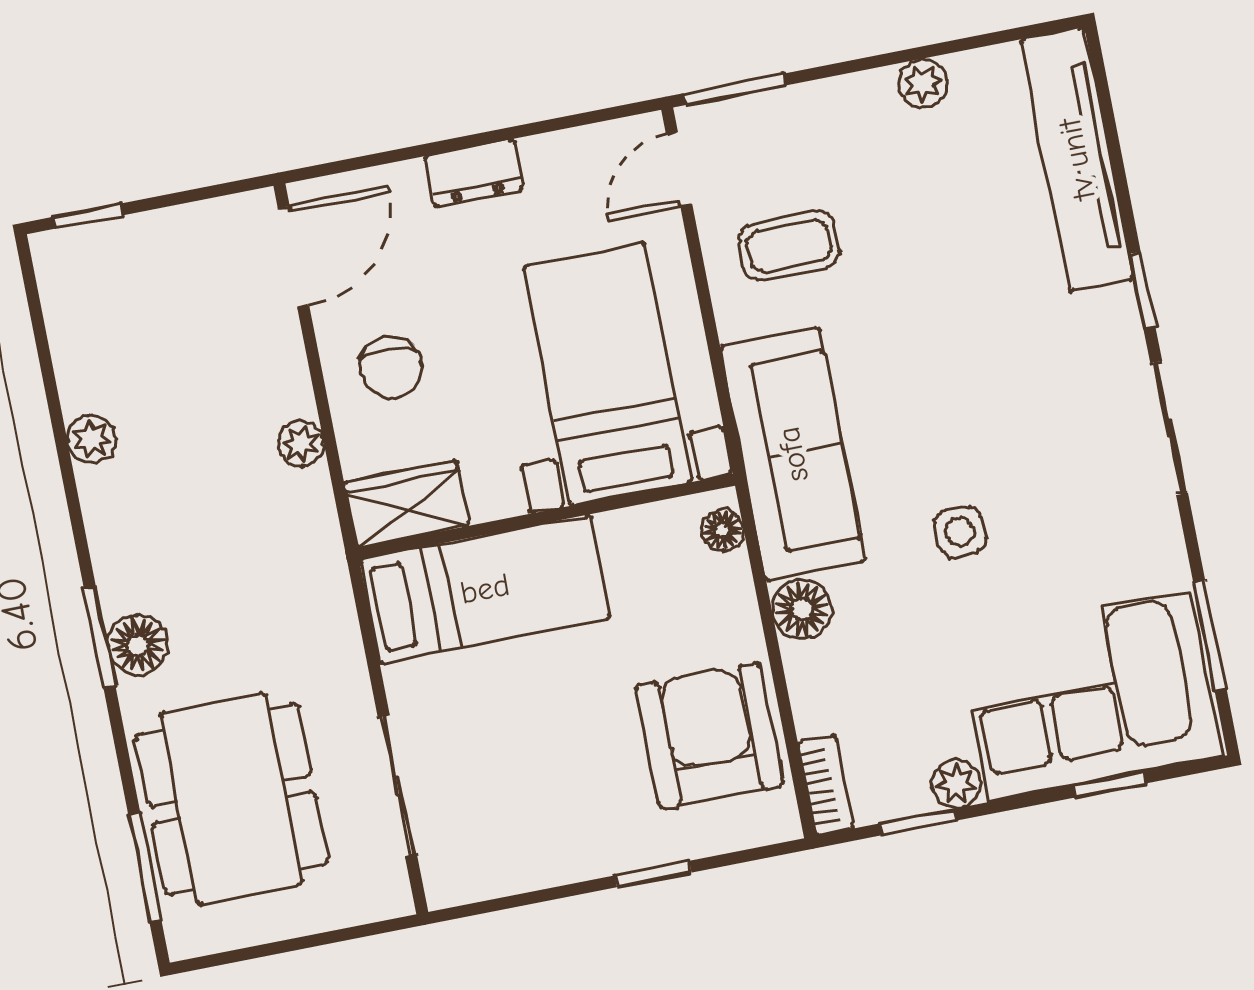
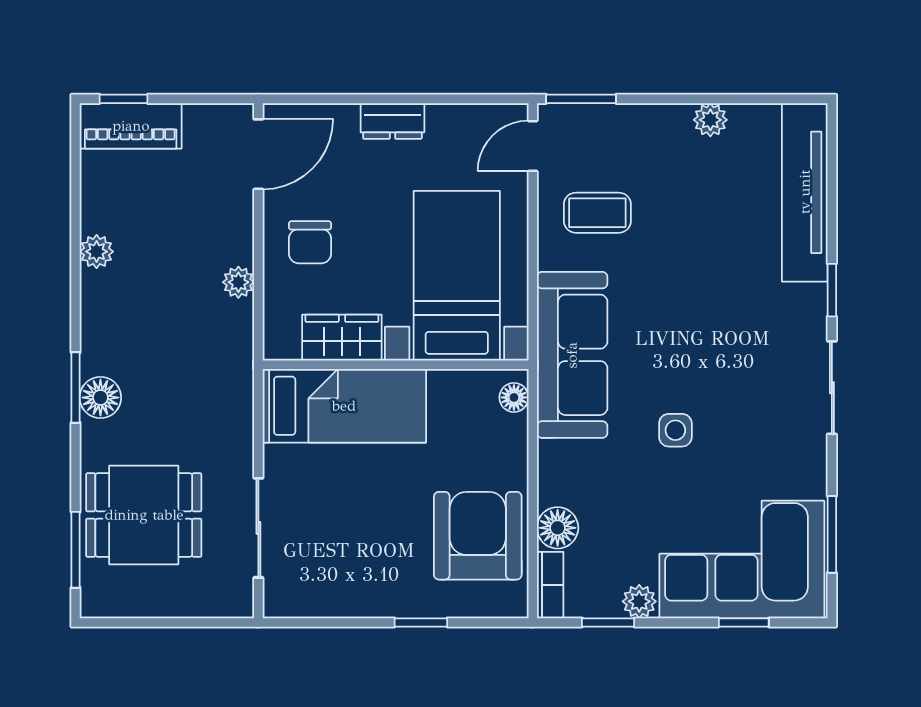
piano: (105, 252) -> (131, 126), added
wardrobe: (407, 504) -> (342, 338), moved
floor lamp: (802, 609) -> (558, 528), moved
dining table: (232, 799) -> (144, 515), width x0.73

